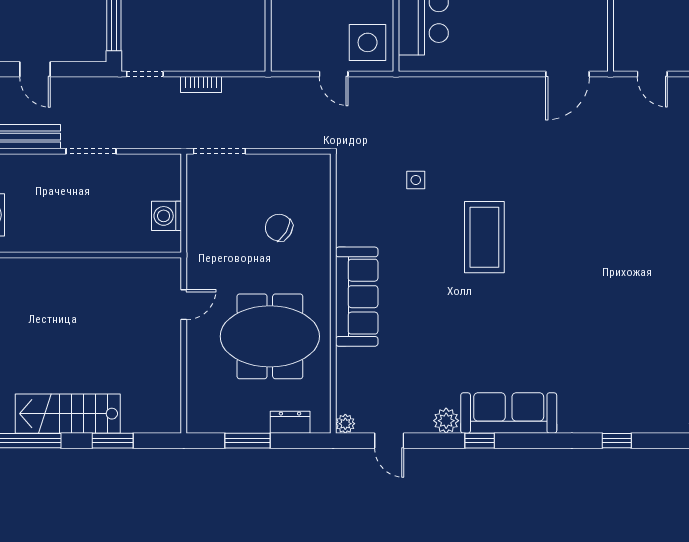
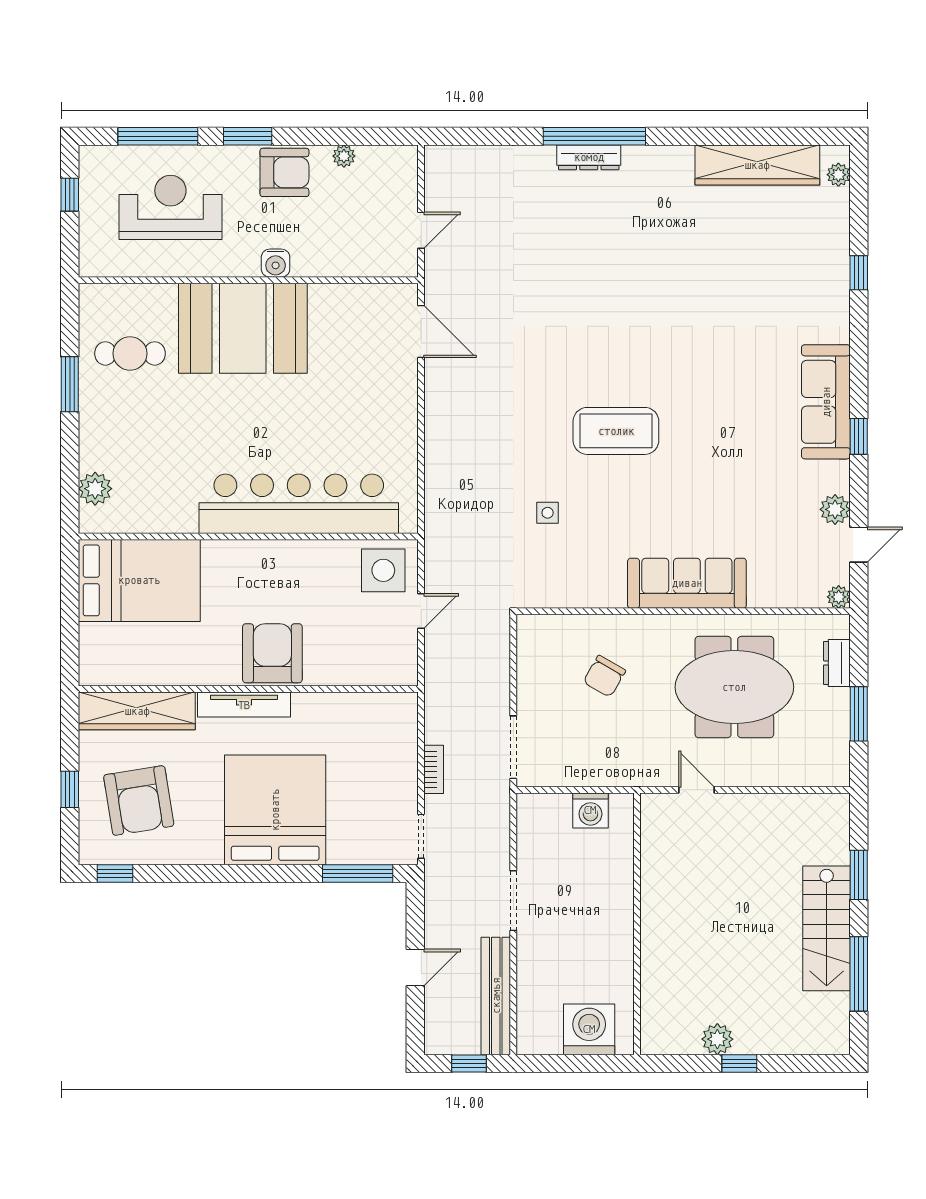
meeting table: (270, 336) -> (734, 687), turned 90
plant: (446, 421) -> (835, 509), moved

